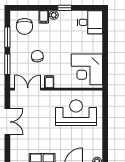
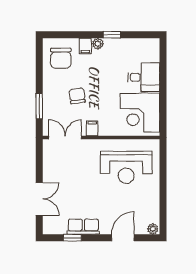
desk: (90, 22) -> (144, 77), moved
window: (7, 37) -> (39, 72), removed
reception desk: (76, 113) -> (126, 167), turned 180
double door: (7, 122) -> (39, 199), moved

